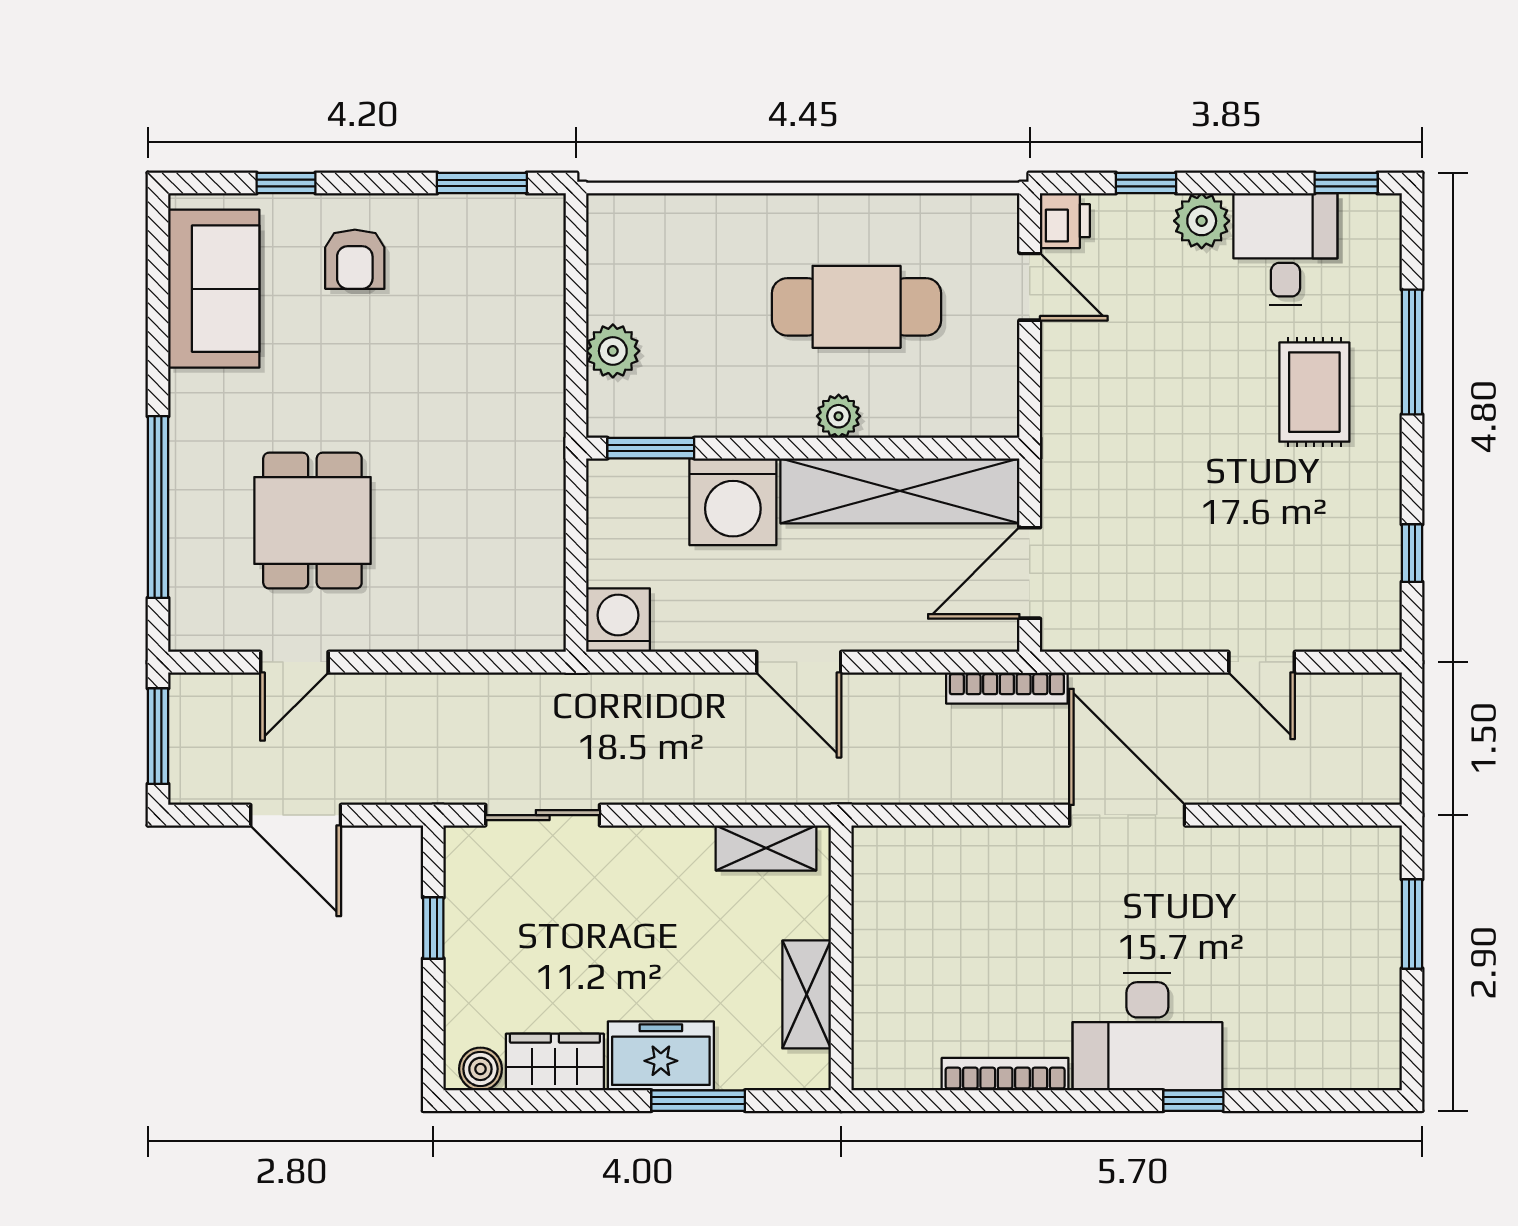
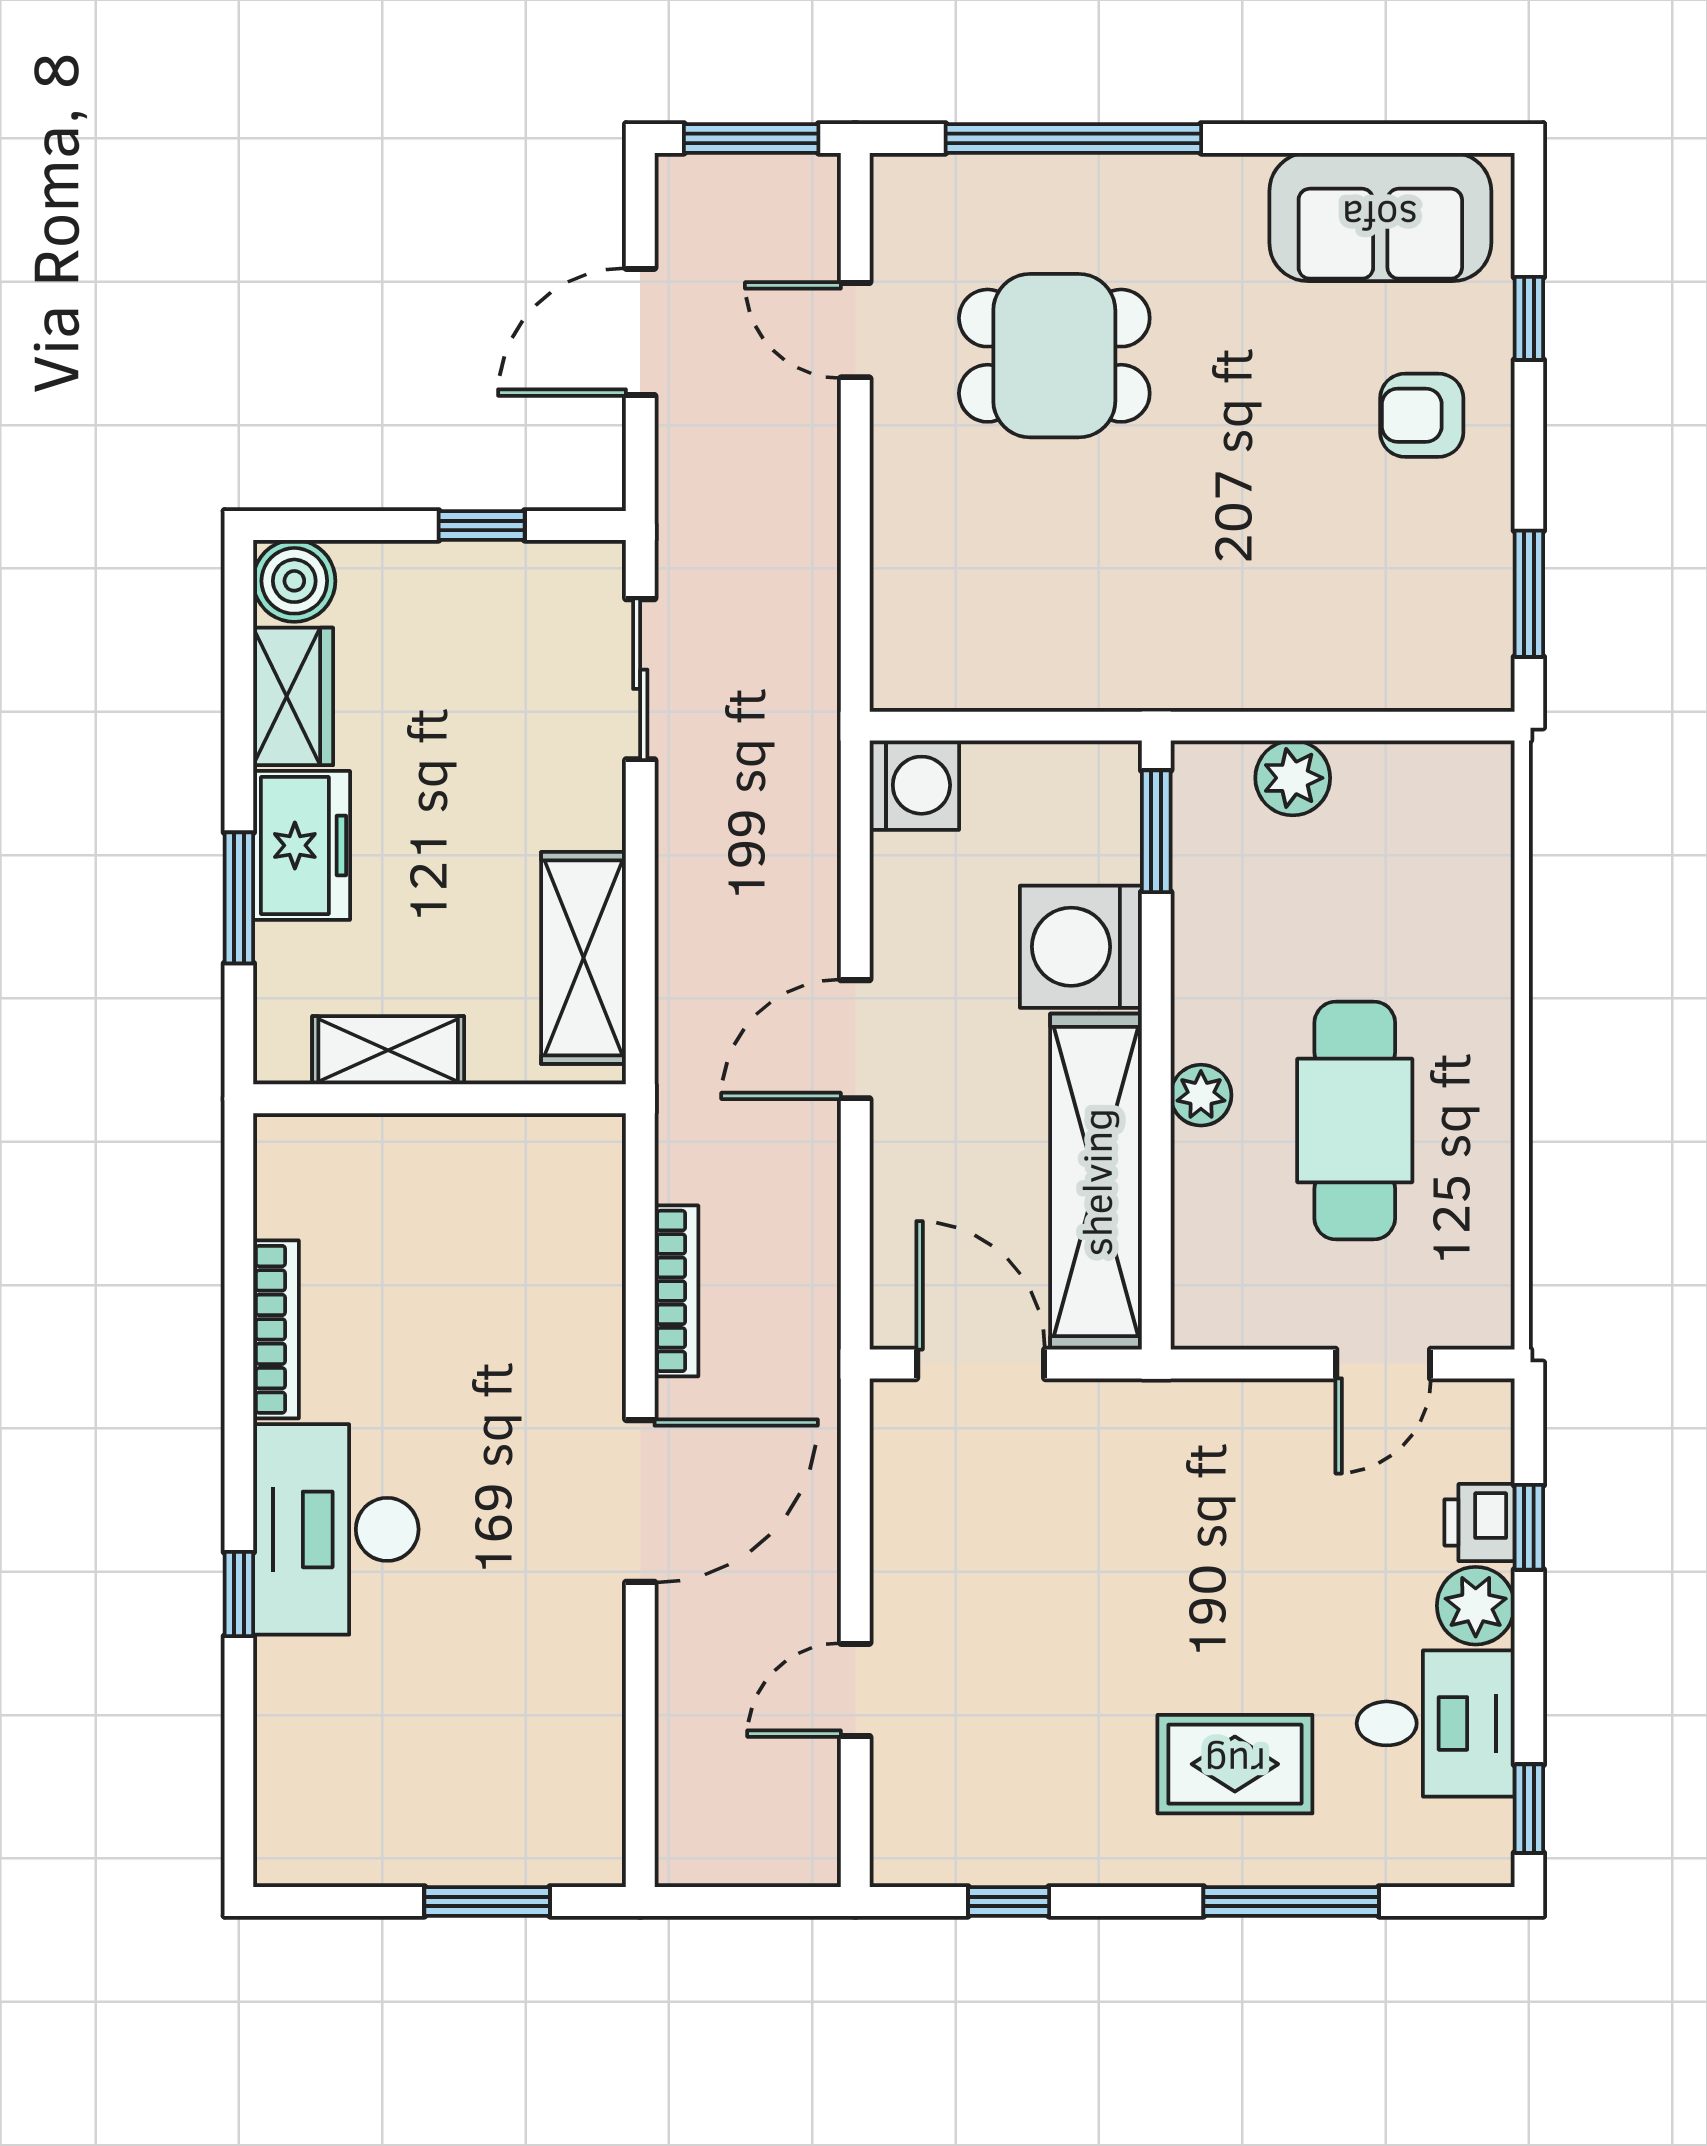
printer: (1065, 221) -> (1479, 1522), moved, turned 90
bookcase: (1007, 688) -> (676, 1291), moved, turned 180
shelving: (766, 848) -> (583, 958), width x1.50, depth x1.33
boiler: (480, 1069) -> (294, 581), width x1.36, depth x1.36

